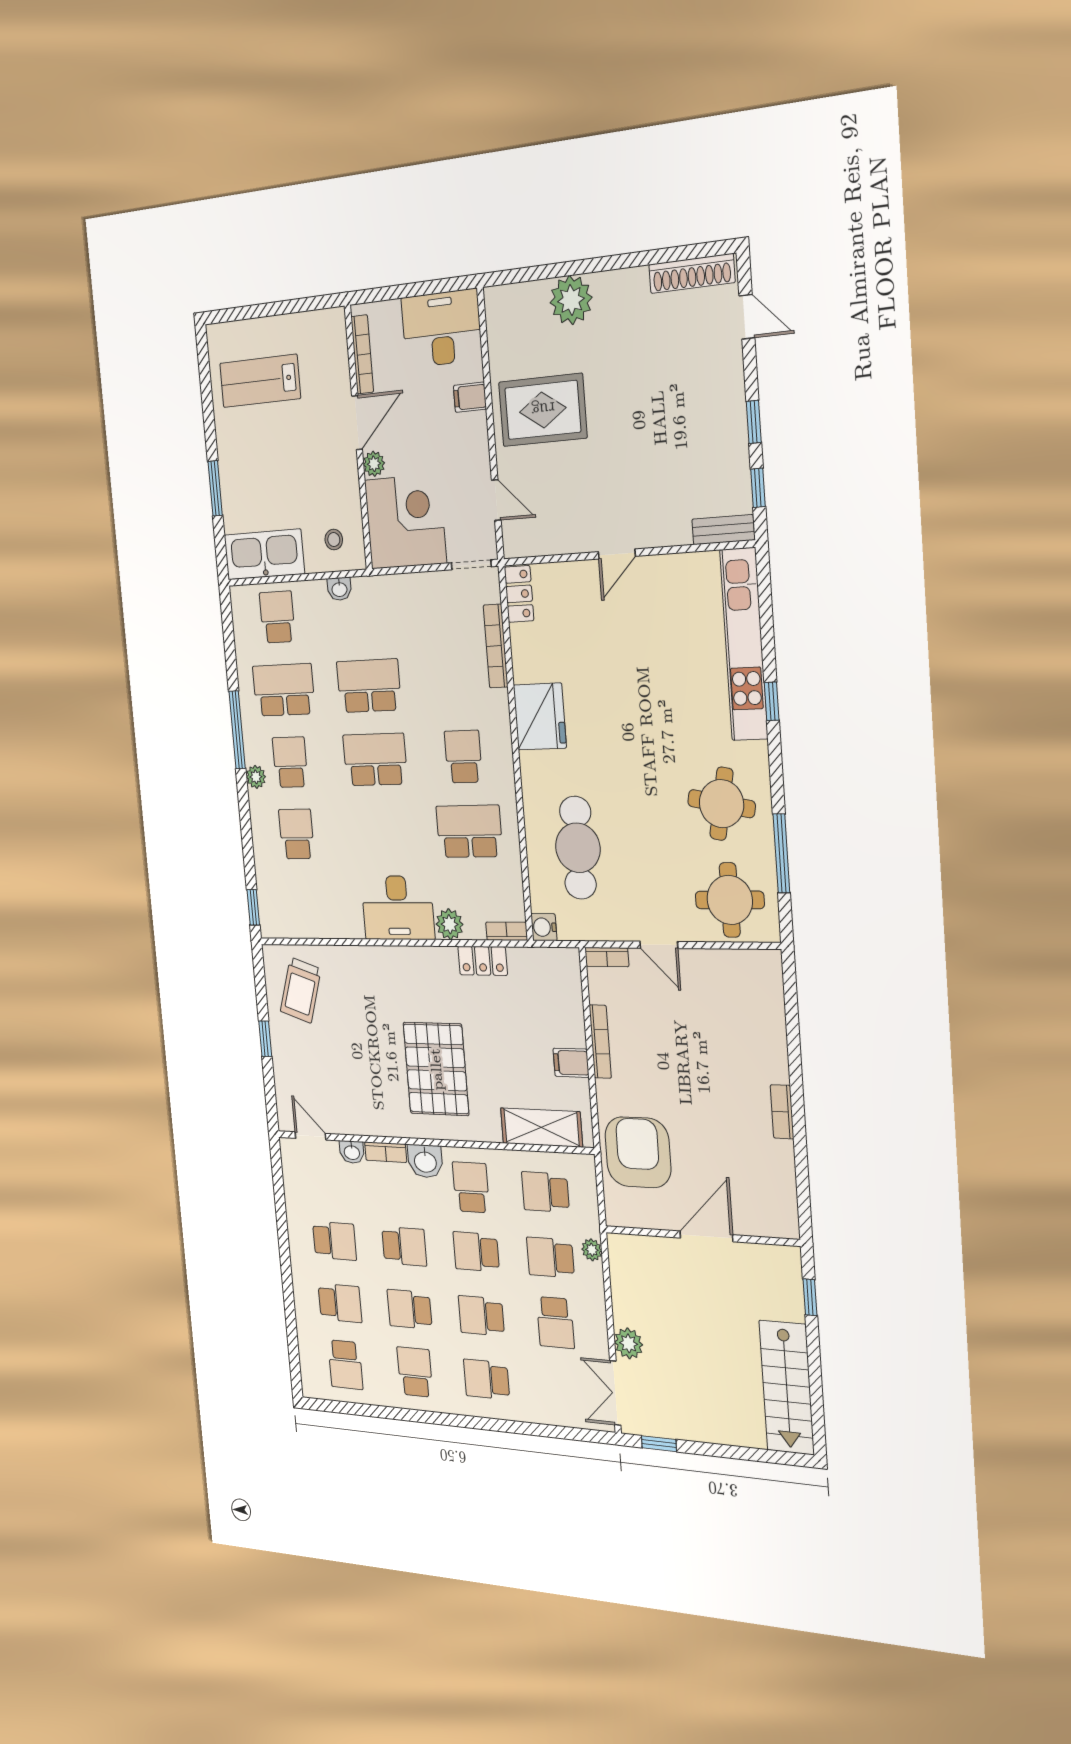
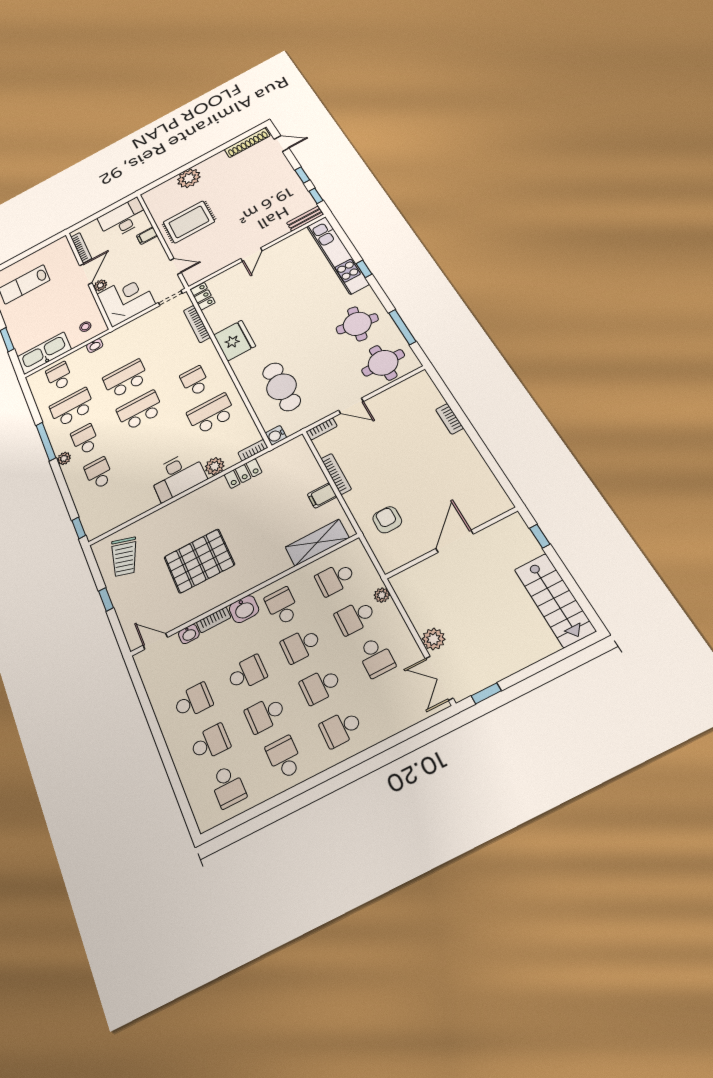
pallet: (436, 1069) -> (199, 561), moved, turned 90
bookcase: (782, 1112) -> (450, 419), moved
armchair: (638, 1152) -> (387, 520), width x0.53, depth x0.53

